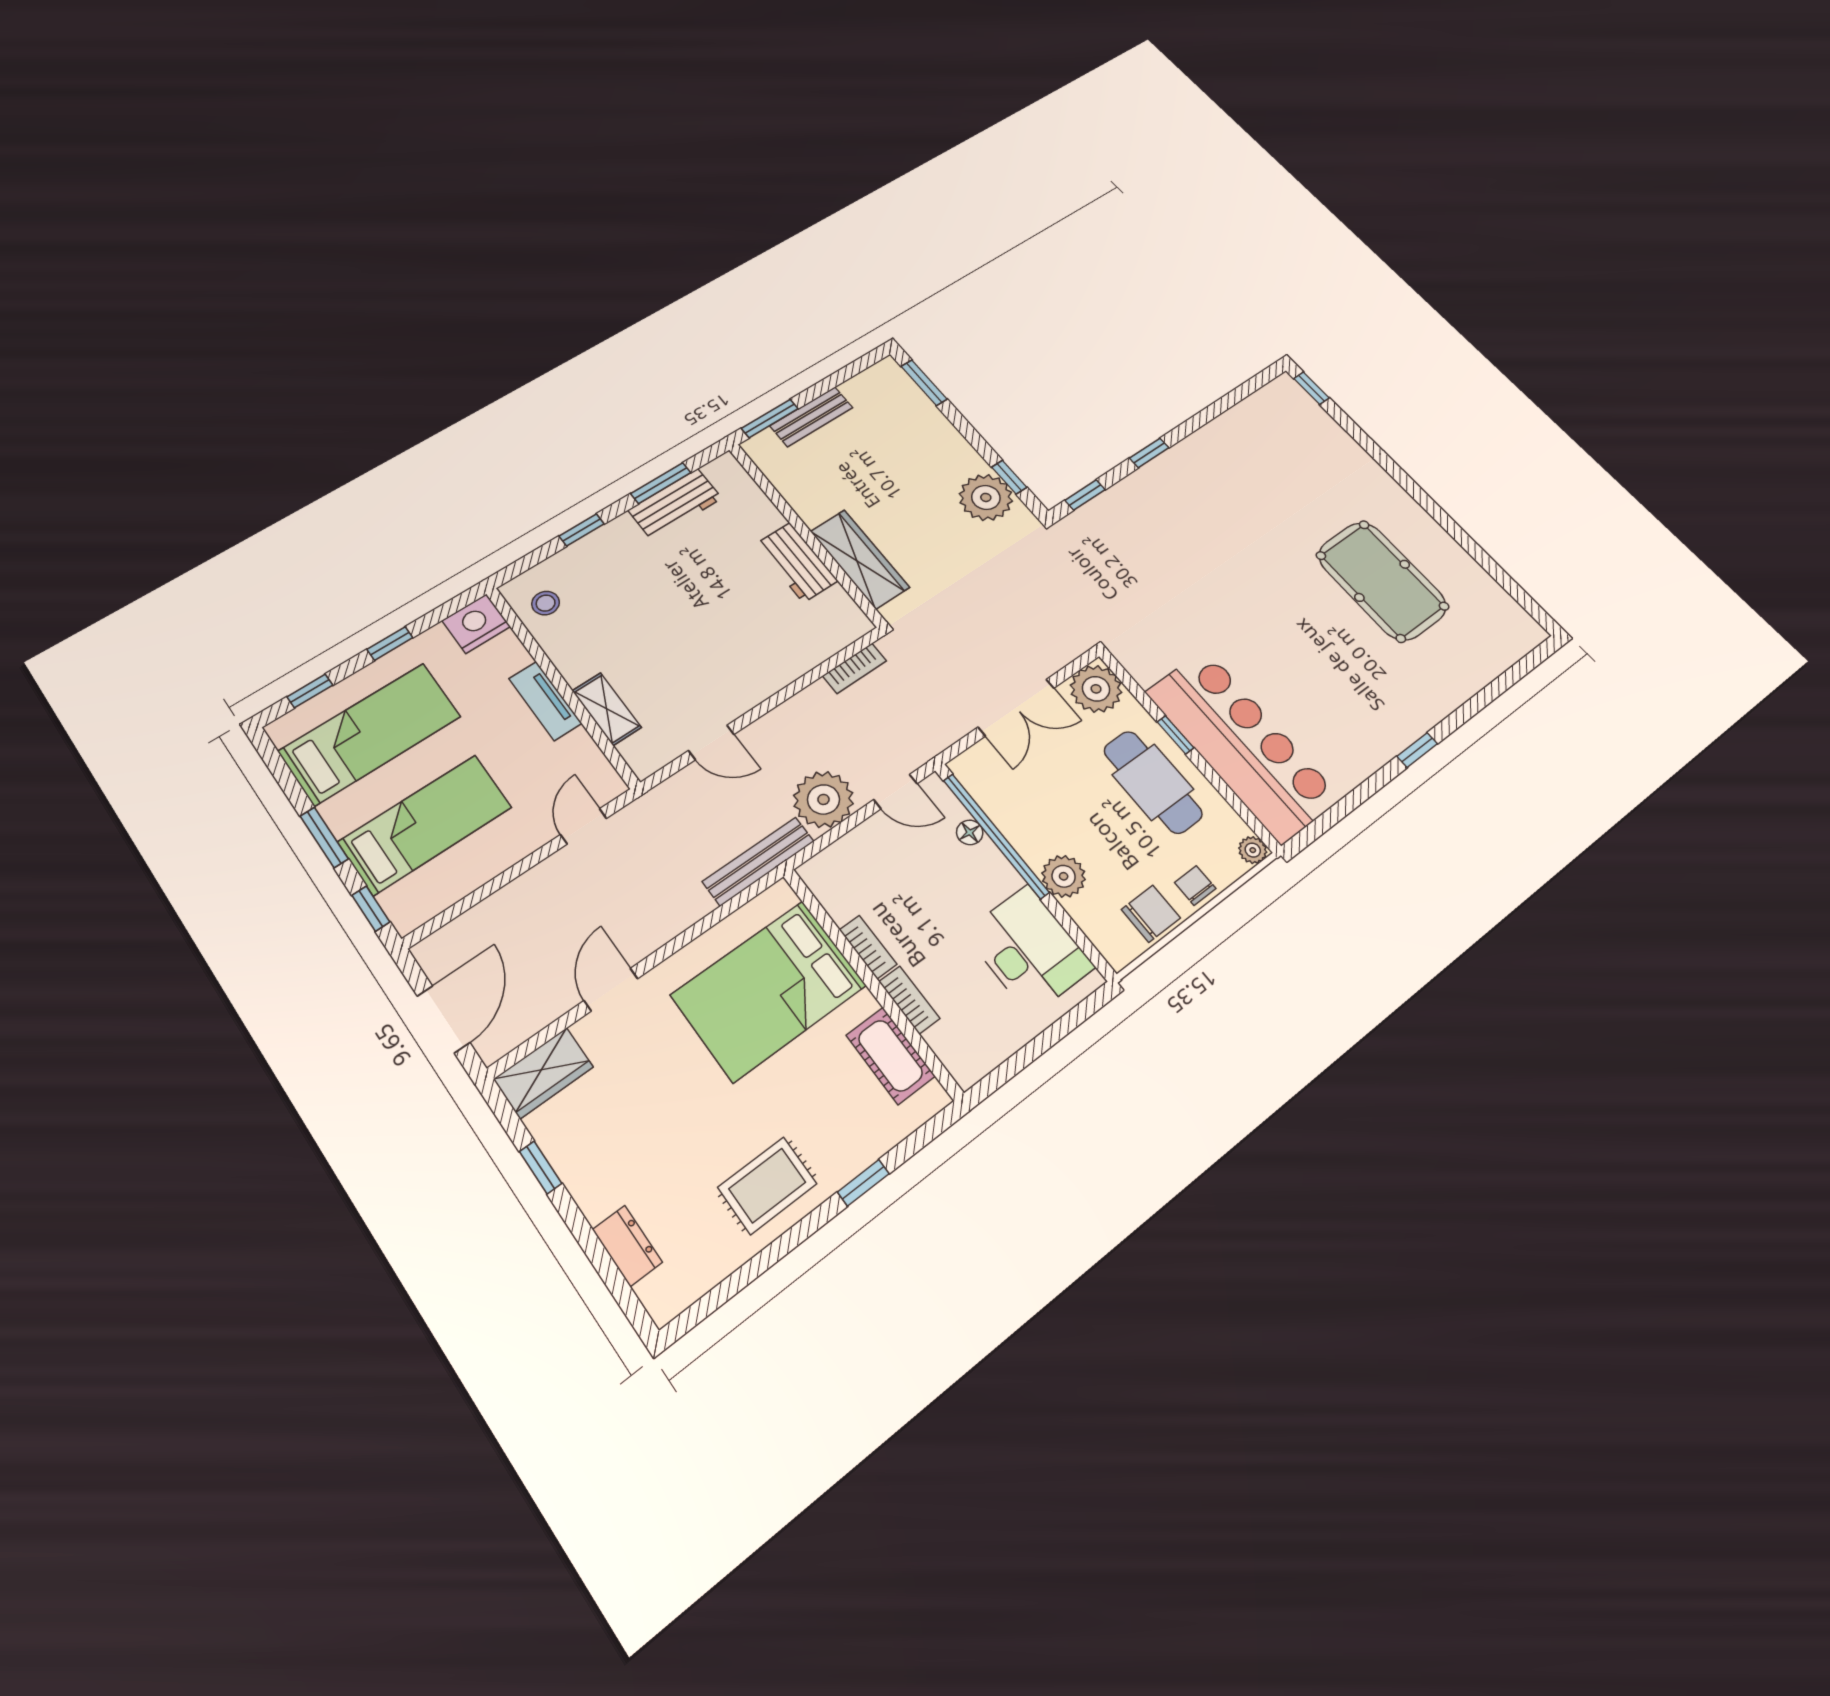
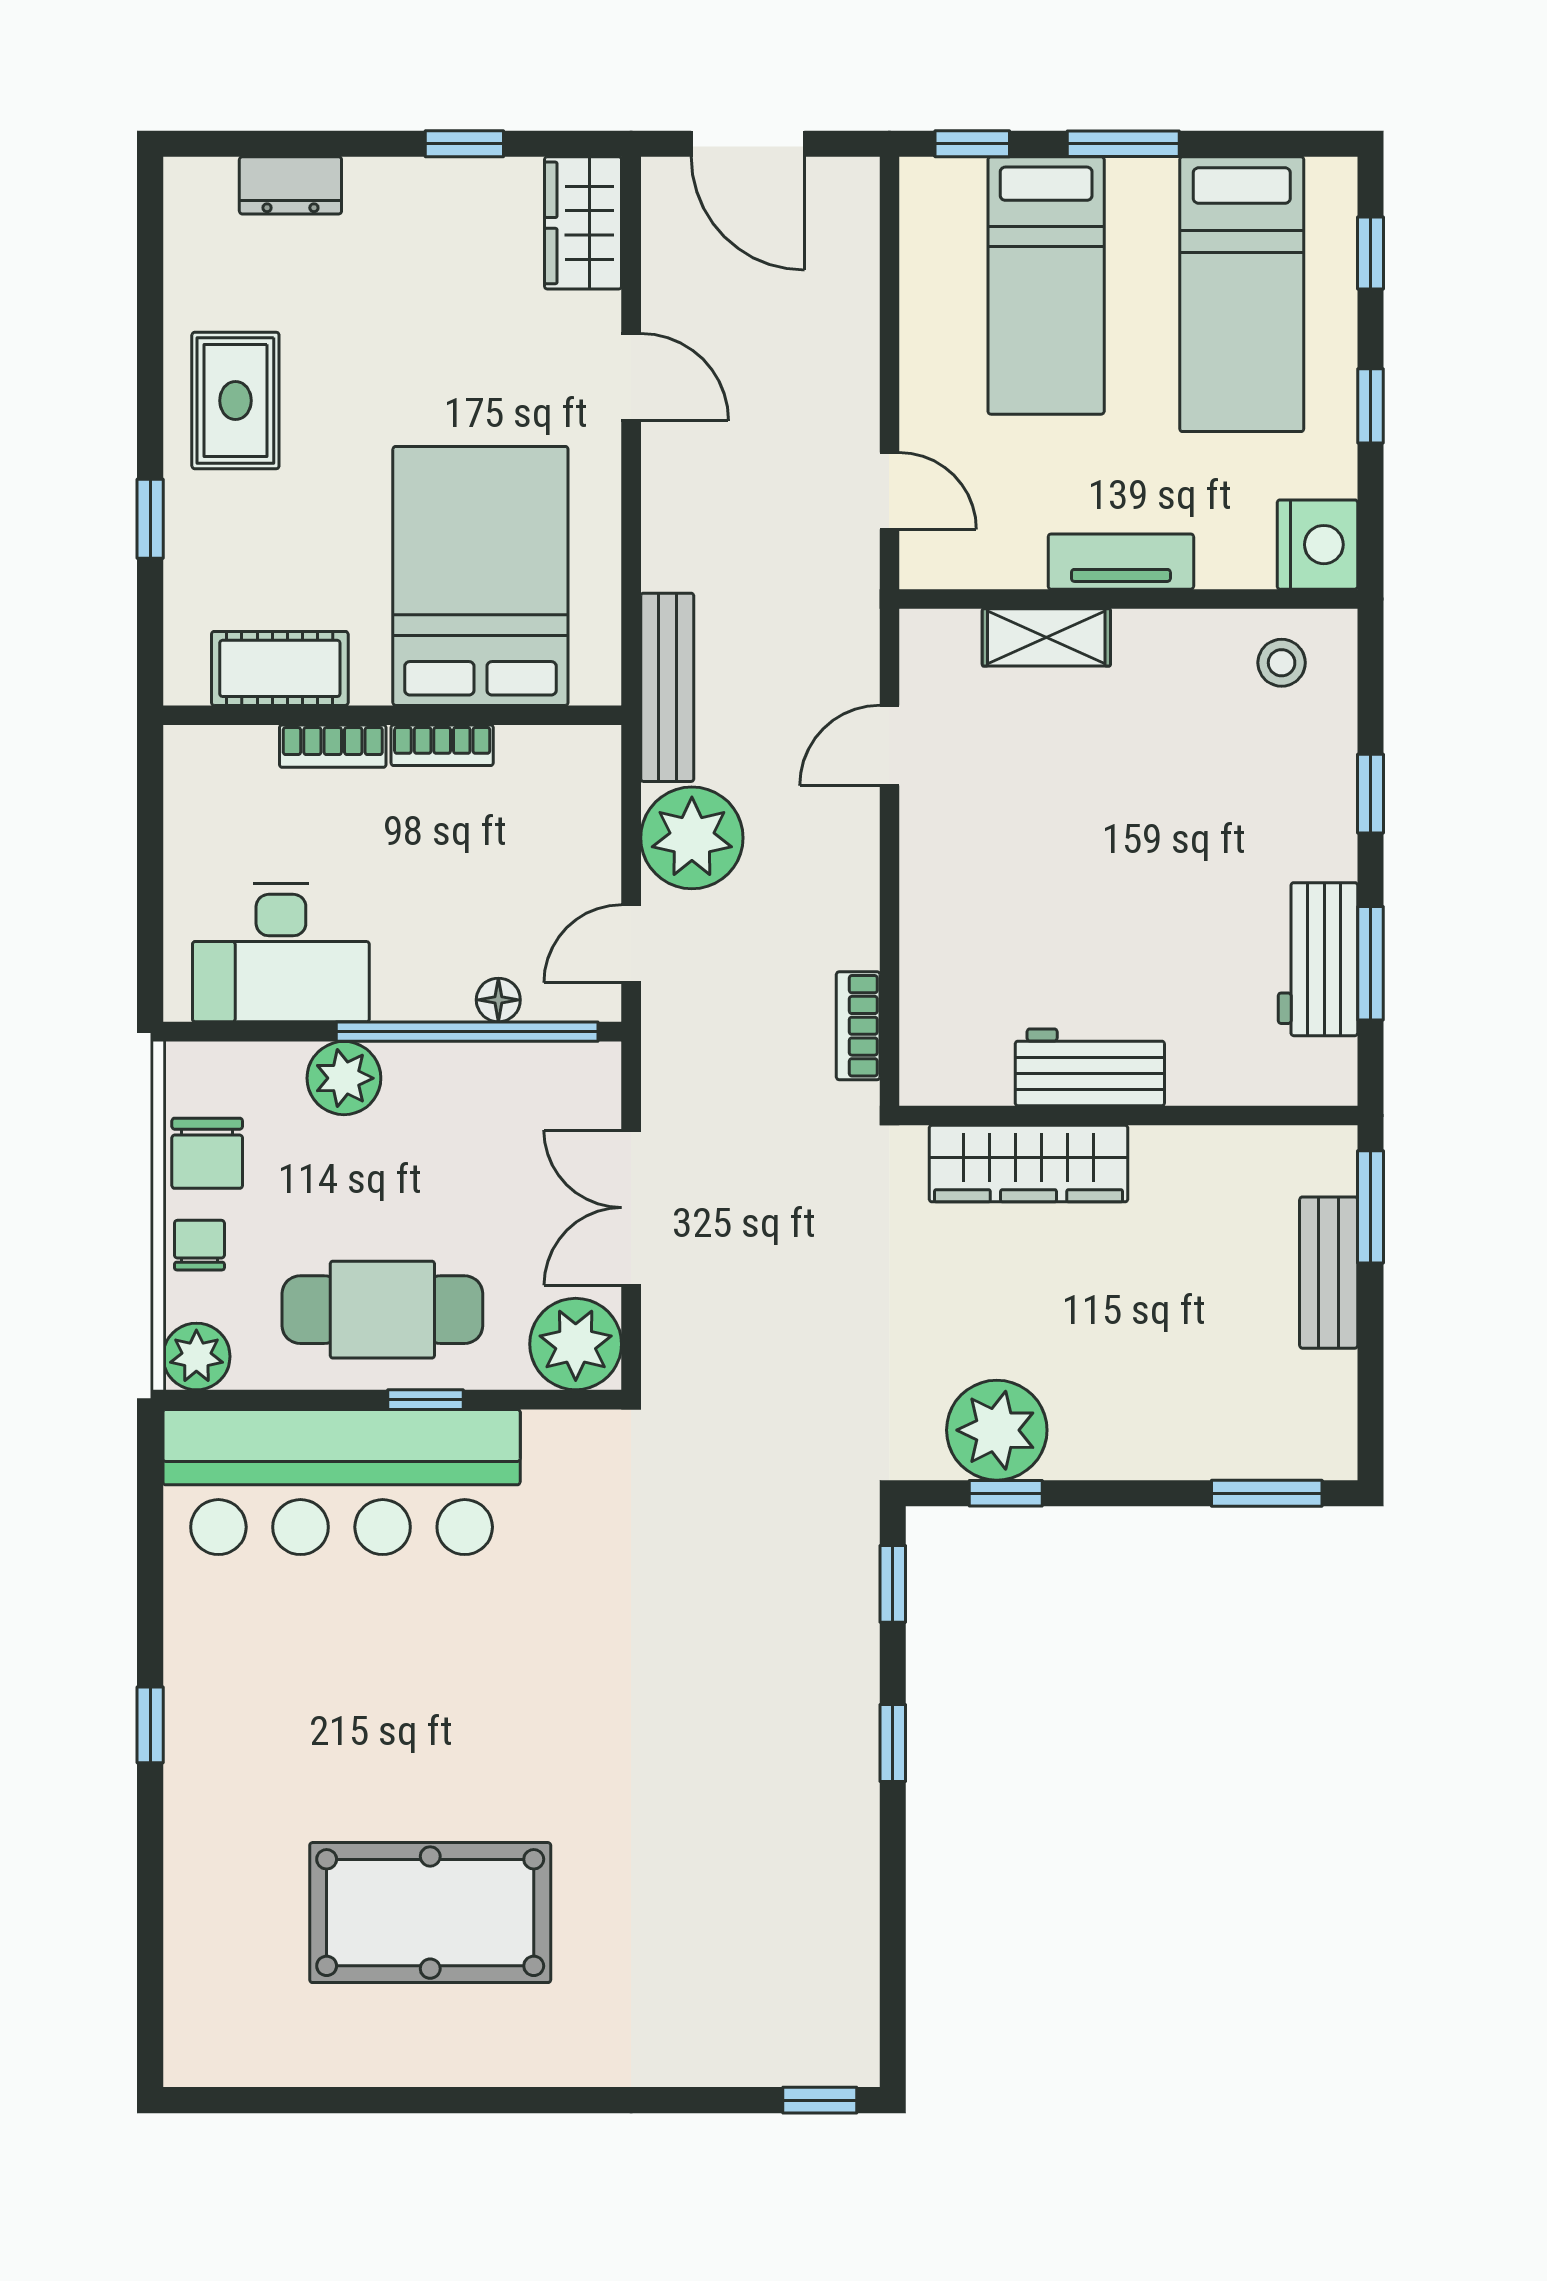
plant: (1253, 850) -> (196, 1356), width x1.38, depth x1.38
chair: (1195, 885) -> (199, 1245), turned -90

